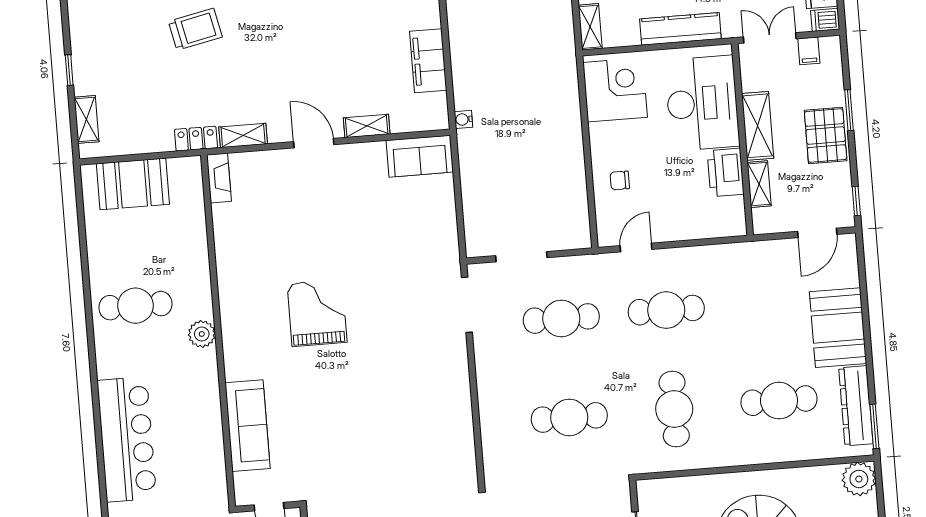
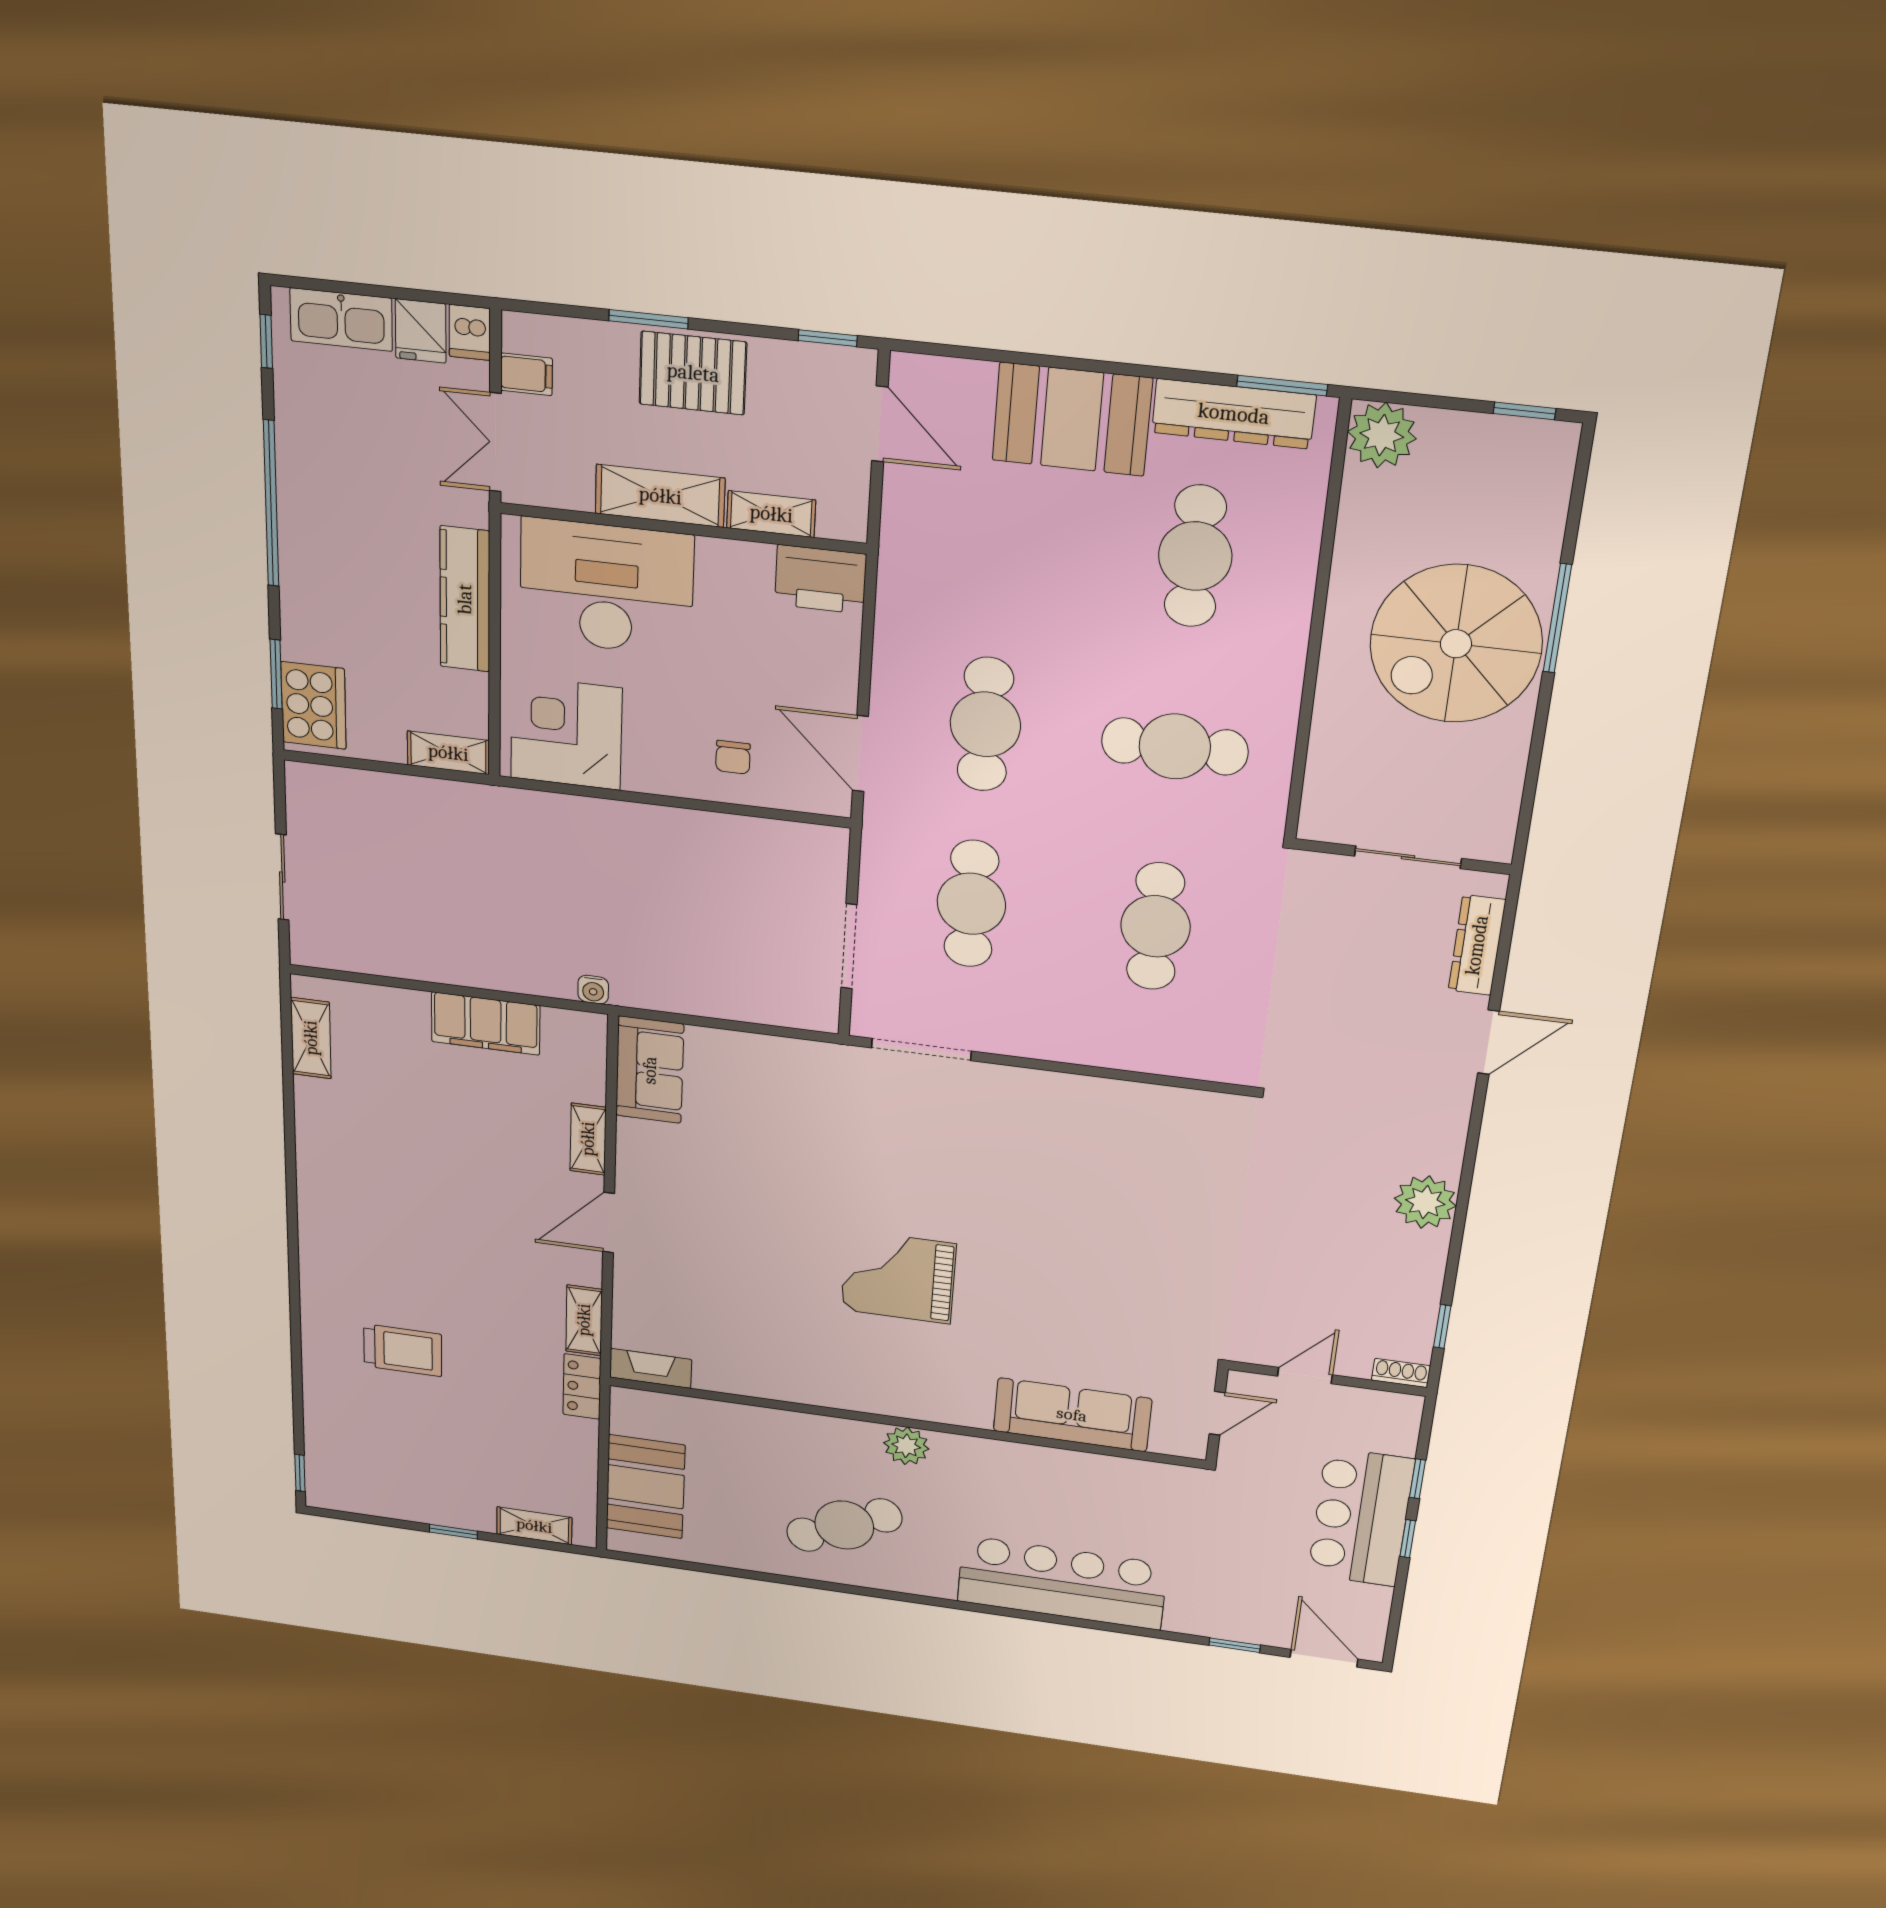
trolley: (195, 29) -> (403, 1350), turned 102
printer: (726, 172) -> (820, 579), moved
door: (636, 247) -> (860, 754), width x1.38
cafe table: (135, 306) -> (844, 1525), turned 64

